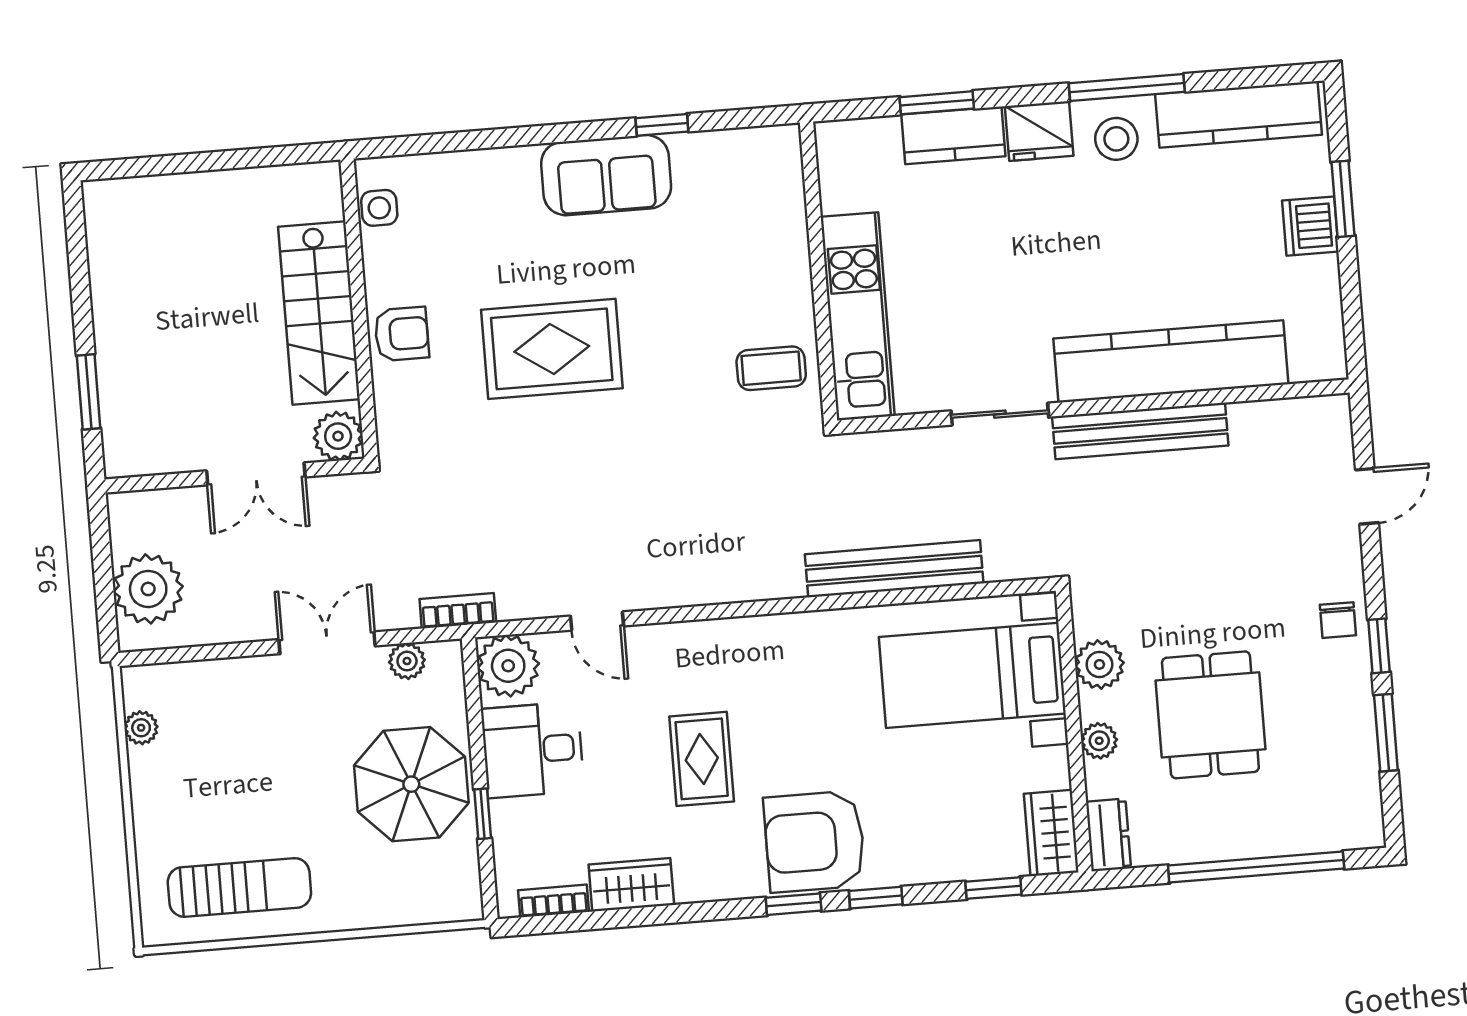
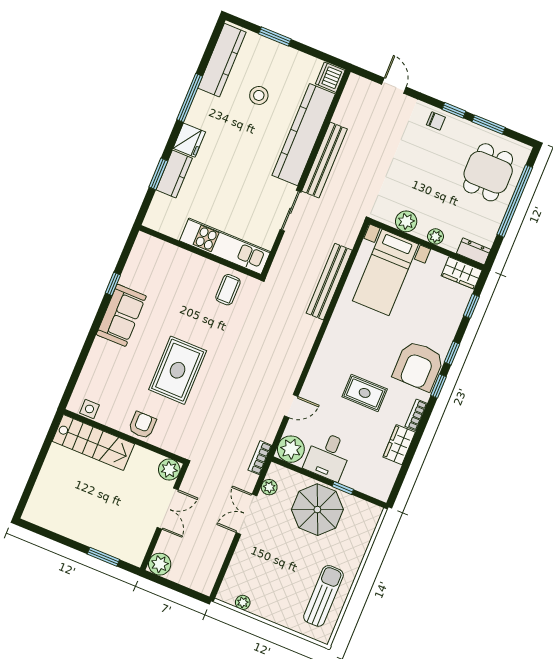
stool: (1116, 139) -> (259, 95), moved
dishwasher: (1310, 226) -> (330, 77), moved, turned 90
stairs: (319, 313) -> (93, 443), moved
plant: (148, 589) -> (160, 564), moved, width x0.73, depth x0.73
dining table: (1210, 715) -> (488, 172), moved, turned 90
bookcase: (554, 901) -> (416, 415), moved

